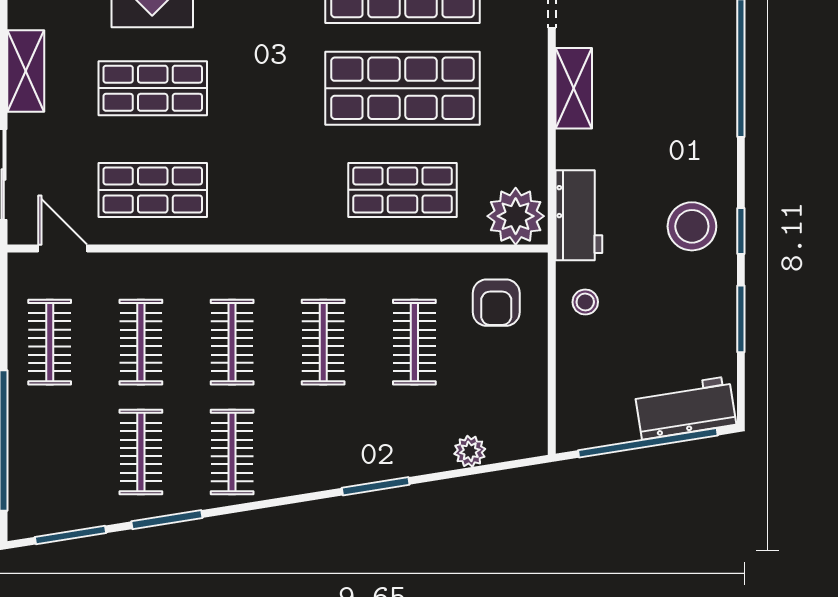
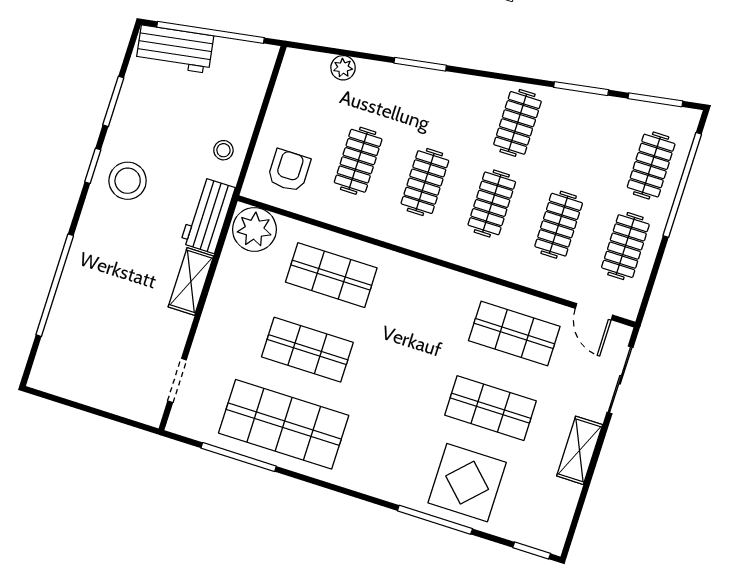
shop shelf: (402, 88) -> (307, 350), width x0.70, depth x0.74
shelving: (574, 88) -> (191, 281), moved
clothes rail: (141, 452) -> (651, 166), moved

